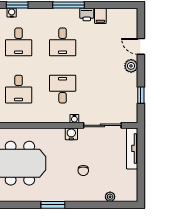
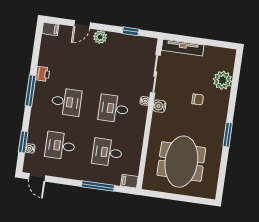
filing cabinet: (100, 16) -> (50, 29), moved
desk: (19, 42) -> (60, 146), turned 180
desk: (19, 89) -> (107, 152), turned 180
plant: (110, 197) -> (223, 80), width x1.88, depth x1.88

